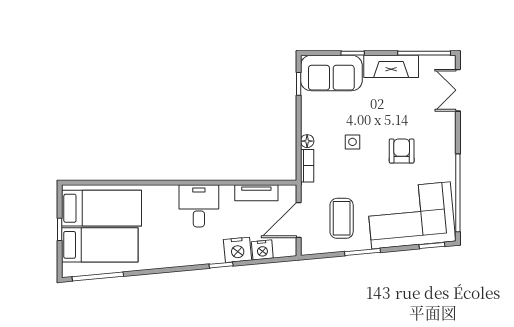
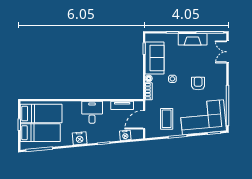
sofa: (331, 73) -> (155, 58), moved, turned -90
nightstand: (237, 250) -> (80, 138), moved

